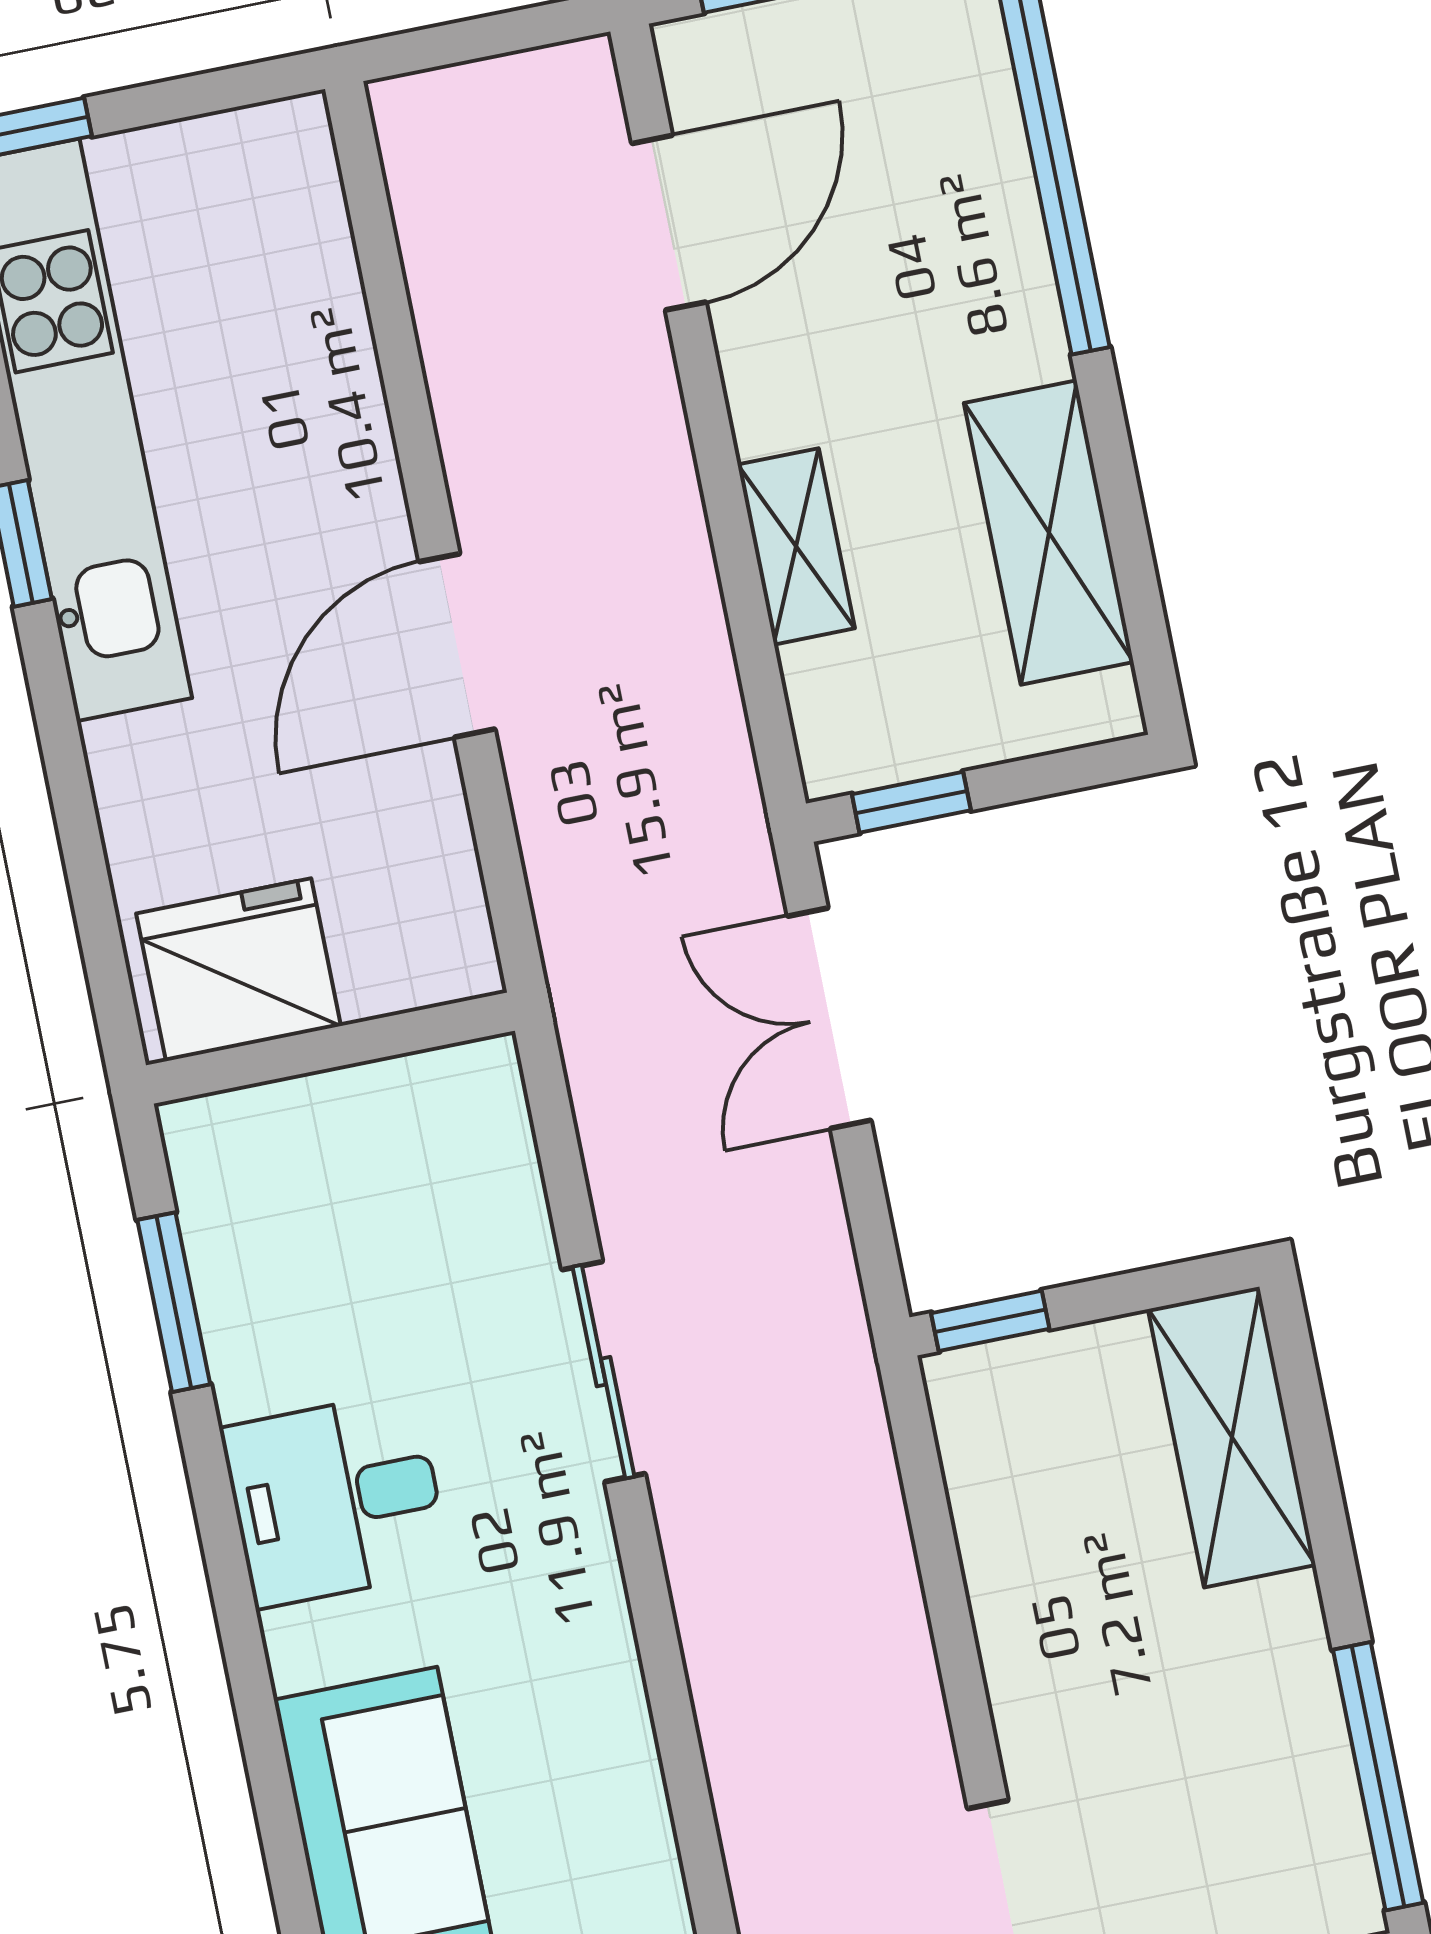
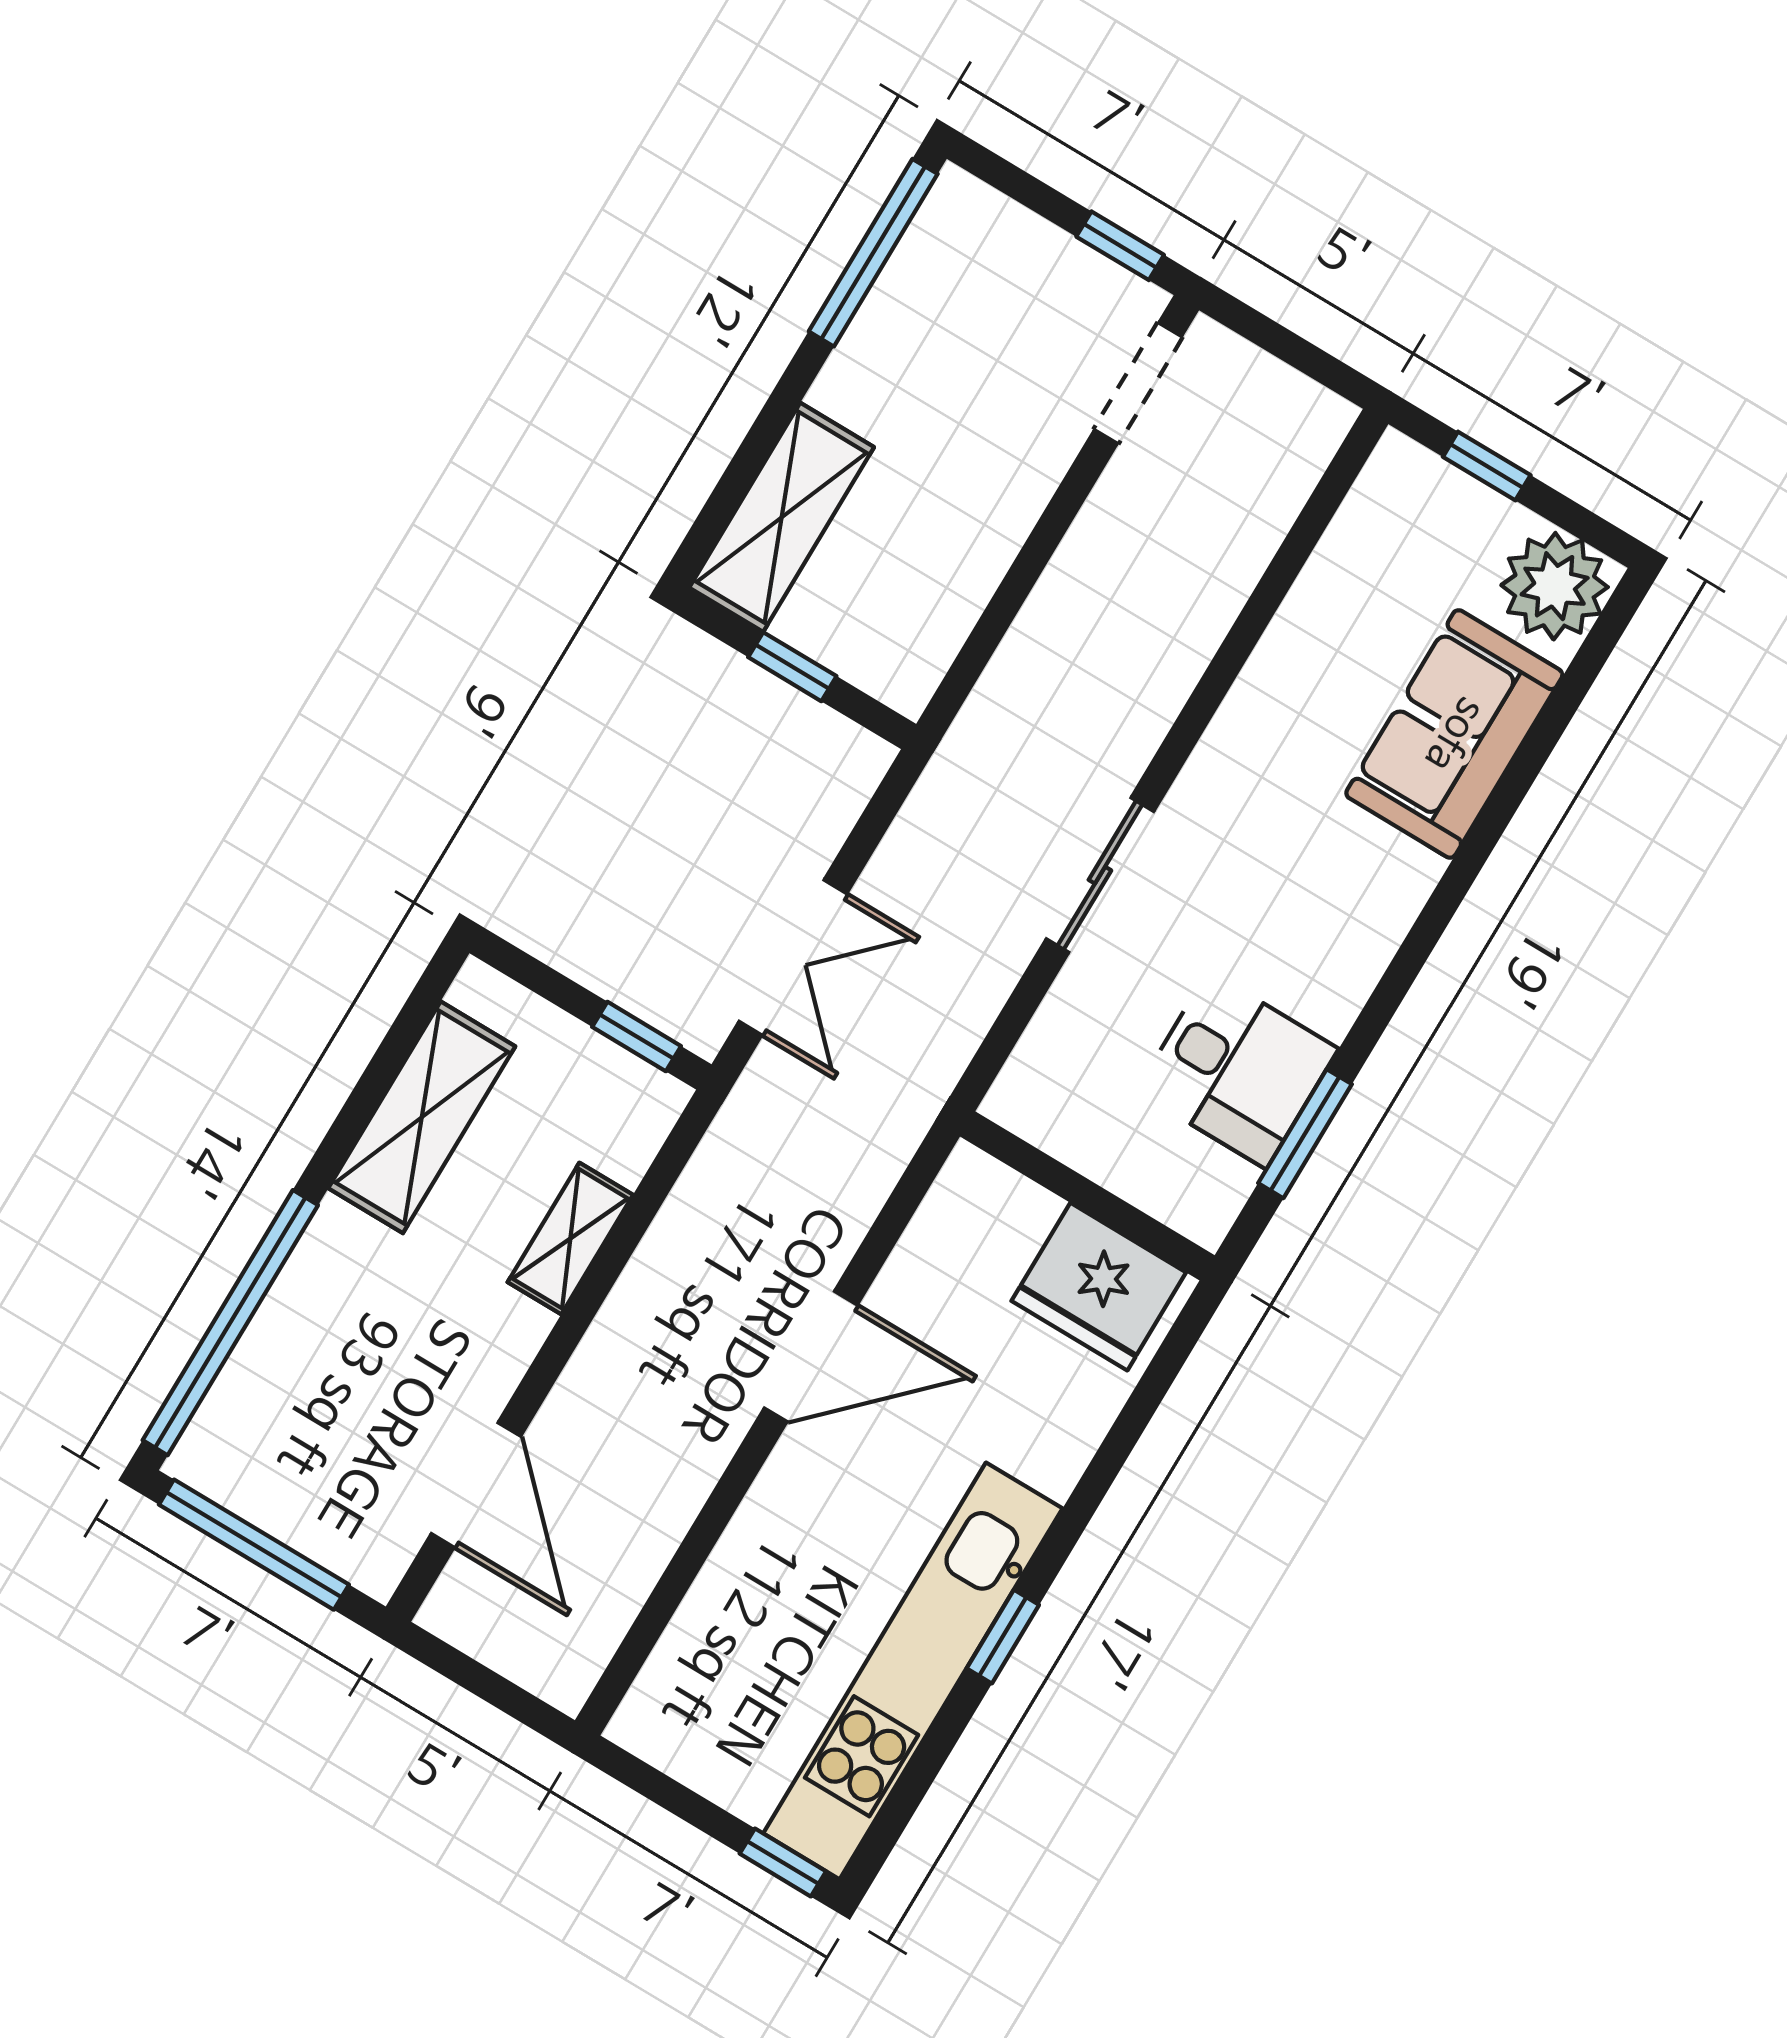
door: (669, 223) -> (476, 1485), swing flipped
window: (990, 1321) -> (792, 667), moved
desk: (336, 1499) -> (1237, 1070), moved

